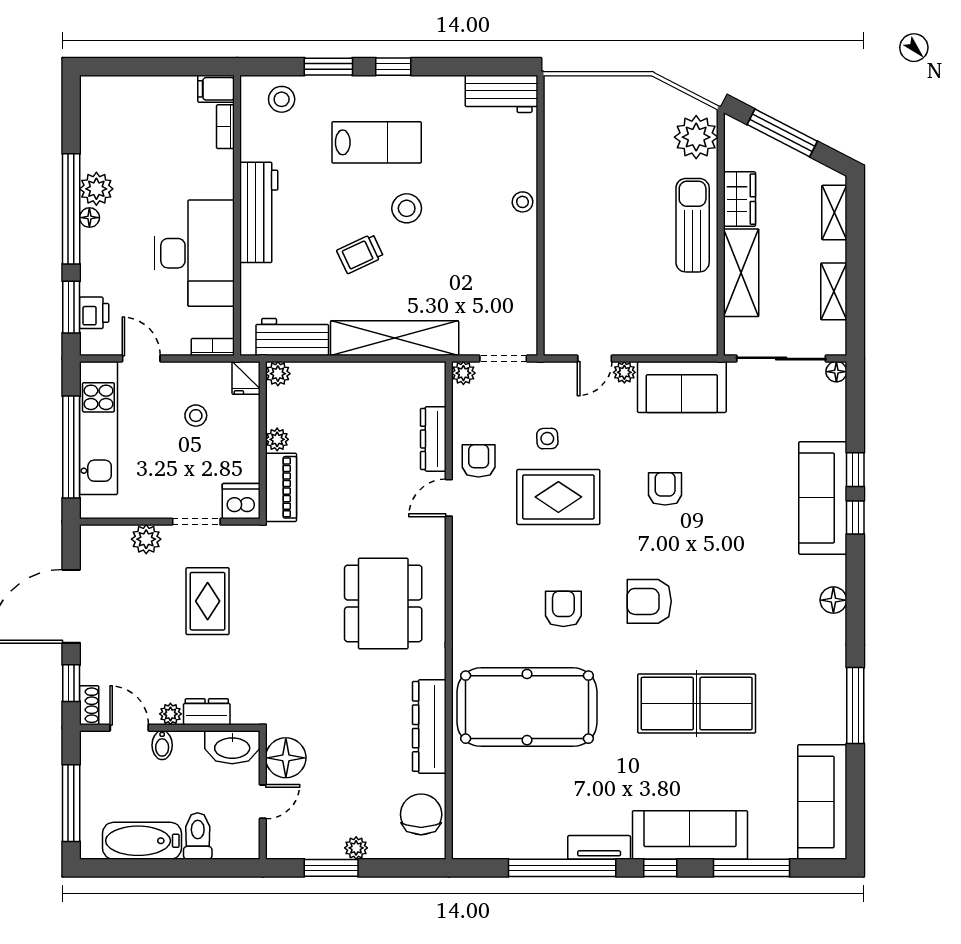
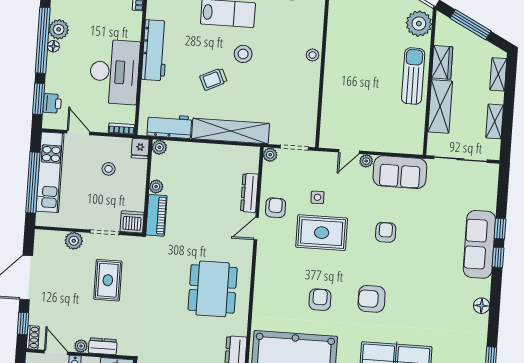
floor lamp: (836, 372) -> (493, 169), removed

